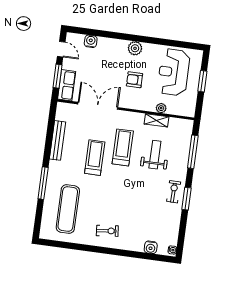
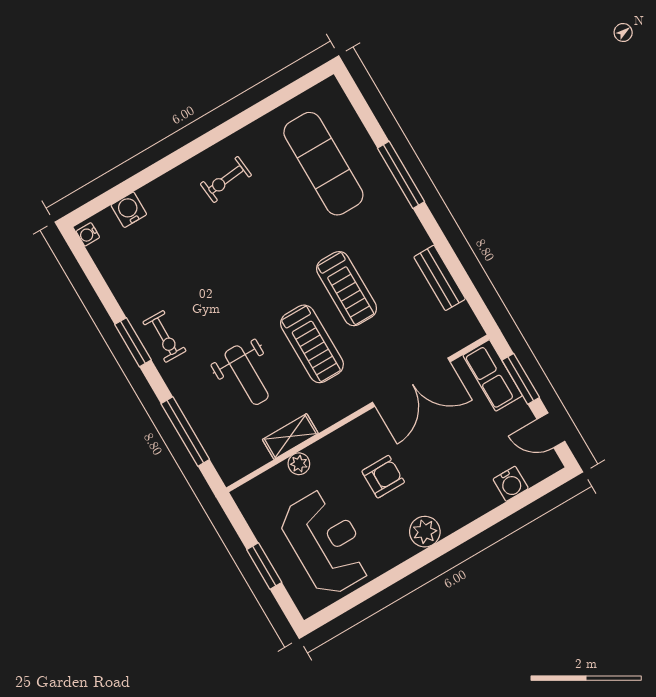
bench: (57, 140) -> (440, 278), width x0.73

